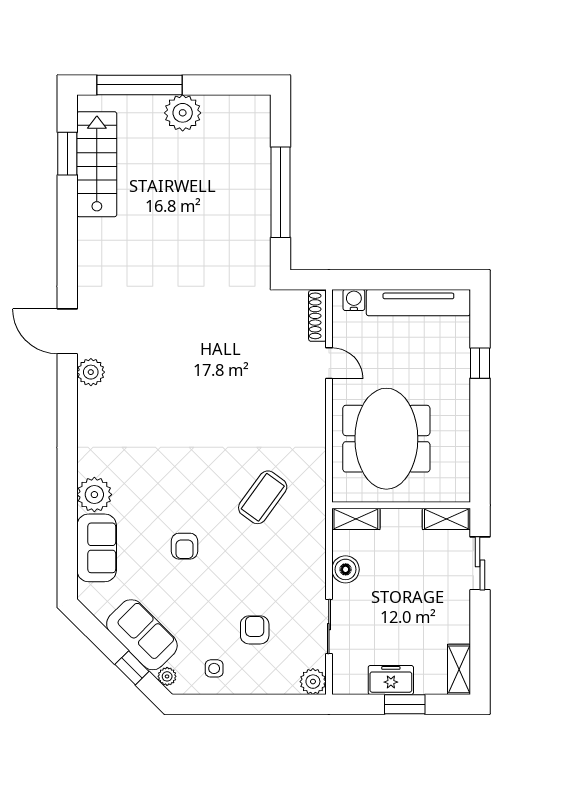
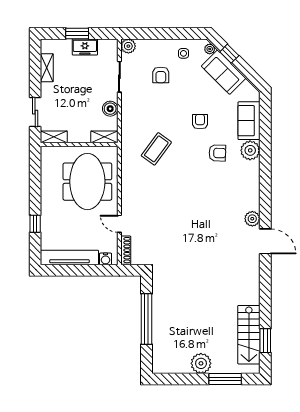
window: (139, 85) -> (225, 379), width x0.68
armchair: (153, 490) -> (217, 153), added
shelving: (459, 669) -> (47, 68), moved

